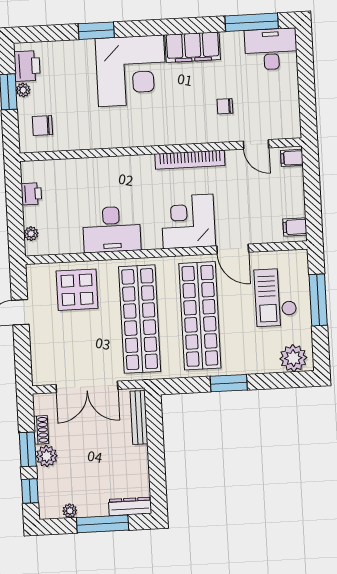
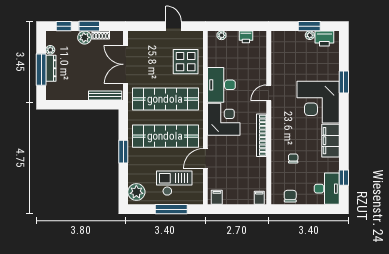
window: (252, 22) -> (344, 178), width x0.46
chair: (42, 126) -> (290, 196), moved
door: (256, 144) -> (269, 93), moved
corner desk: (188, 221) -> (224, 119), moved
dresser: (130, 506) -> (51, 68), moved

